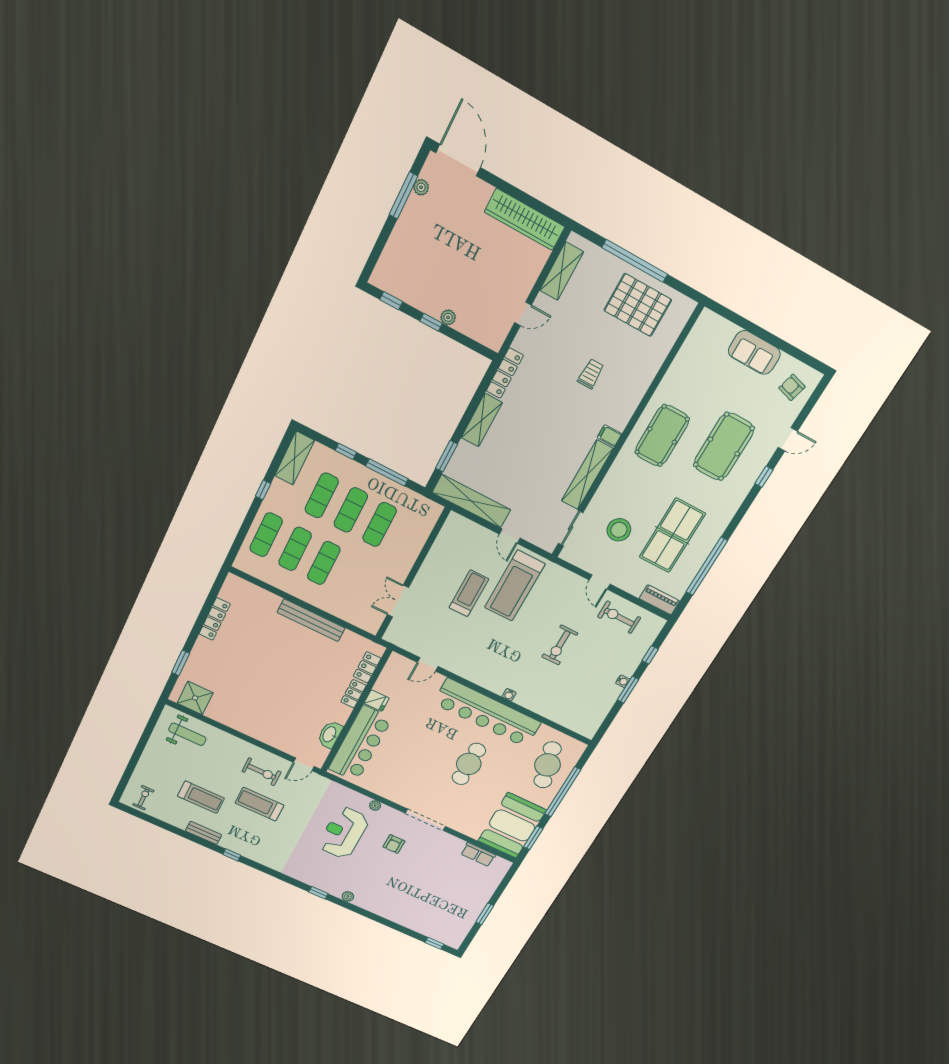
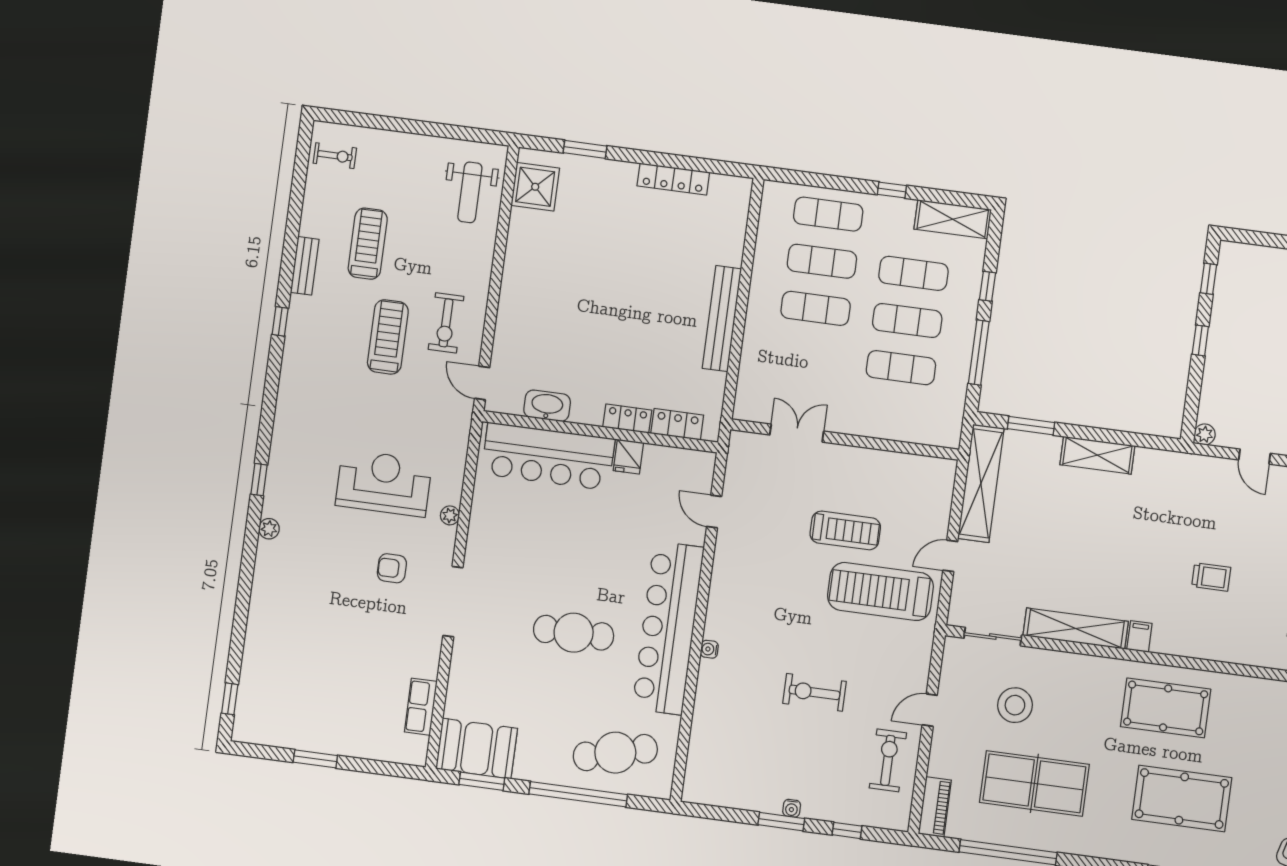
plant: (448, 317) -> (1205, 434), moved
locker: (505, 373) -> (1170, 462), removed
treadmill: (201, 797) -> (368, 244), turned 180
booth: (512, 825) -> (477, 749), width x0.73, depth x0.70

